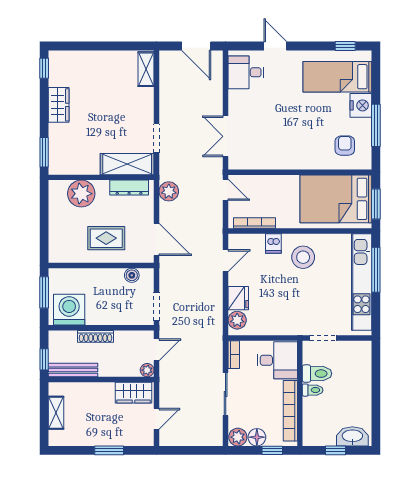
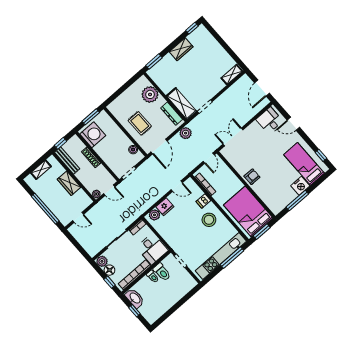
door: (275, 46) -> (293, 124), swing flipped
armchair: (345, 146) -> (252, 177), moved
wardrobe: (134, 393) -> (69, 183), moved
washbasin: (352, 436) -> (135, 298), moved
window: (109, 450) -> (45, 209), width x2.11

